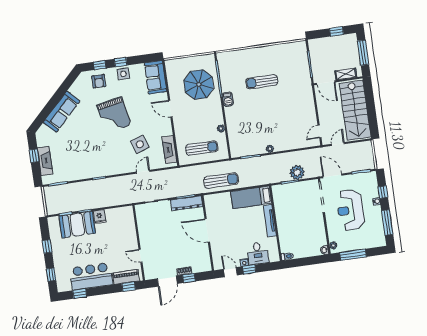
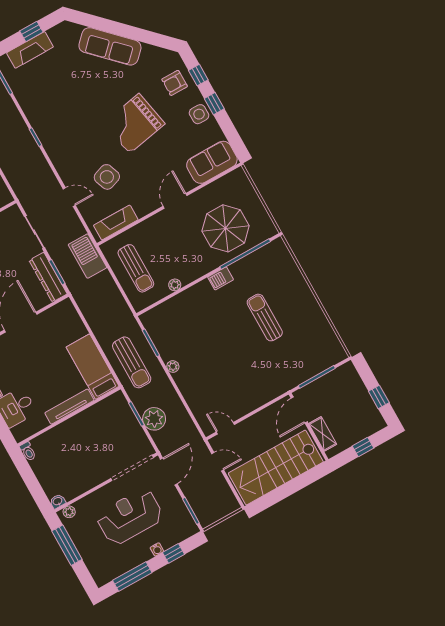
window: (363, 53) -> (363, 447), width x0.46
barbecue: (183, 174) -> (87, 256), added
sun lounger: (221, 181) -> (132, 362), moved

